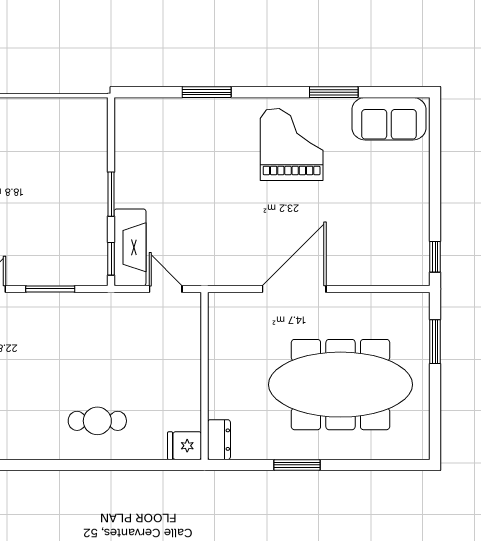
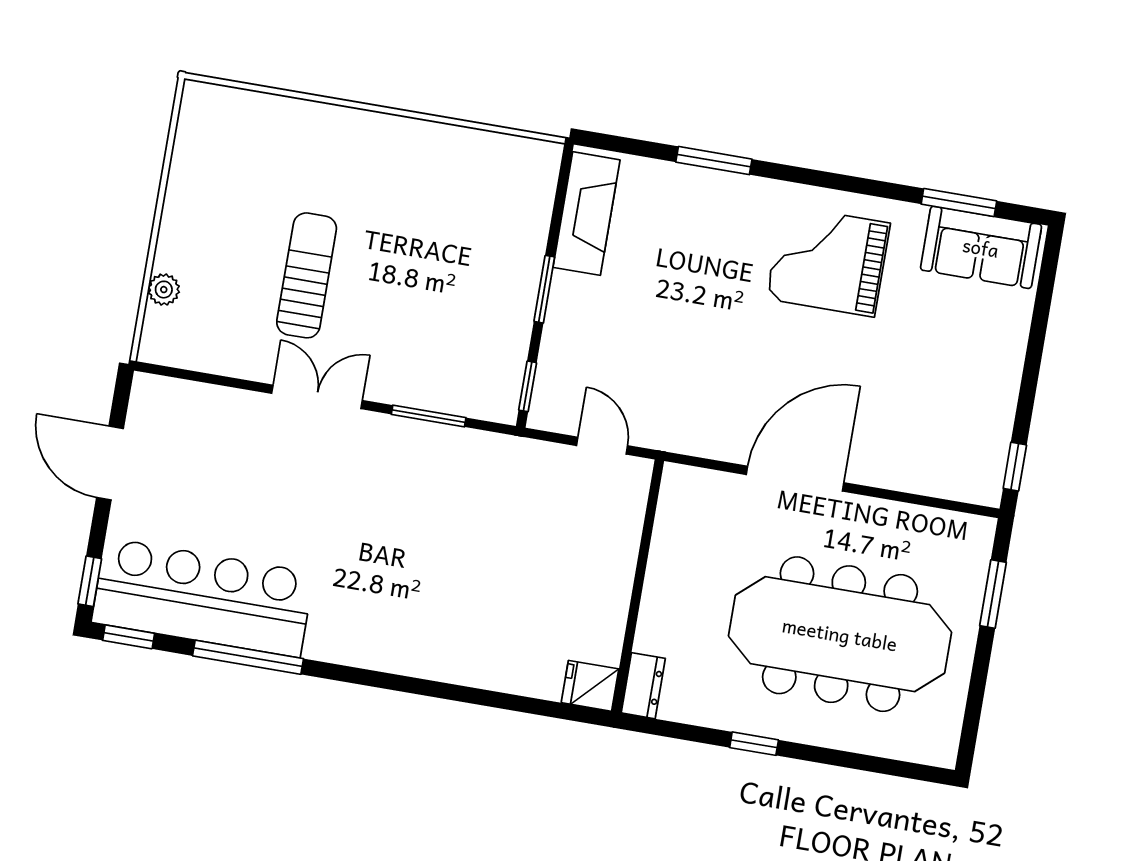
window: (334, 92) -> (959, 202), moved
grand piano: (292, 144) -> (828, 261), turned -90
fireplace: (130, 247) -> (586, 214), moved
cafe table: (97, 421) -> (465, 626), removed
window: (297, 465) -> (754, 744), width x0.67

